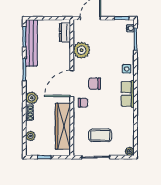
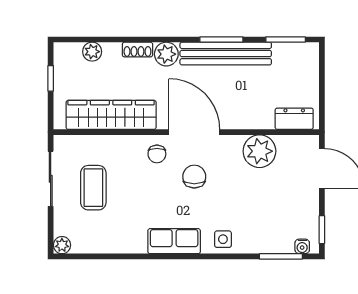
bench: (31, 43) -> (226, 54), moved

